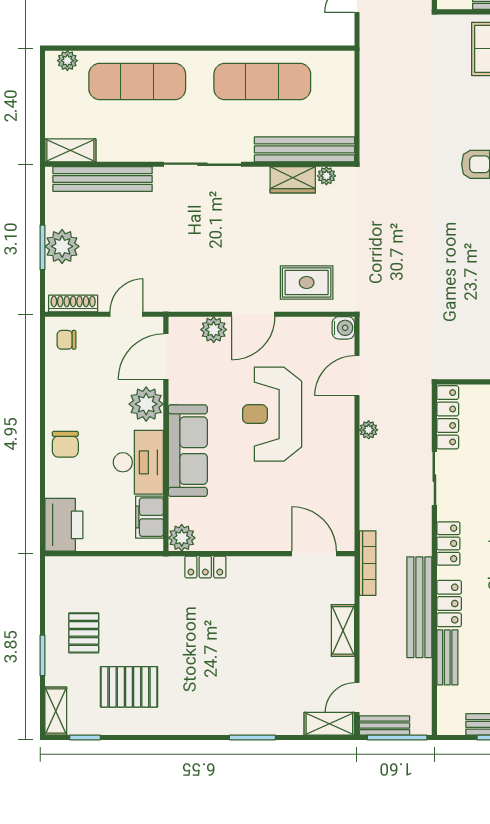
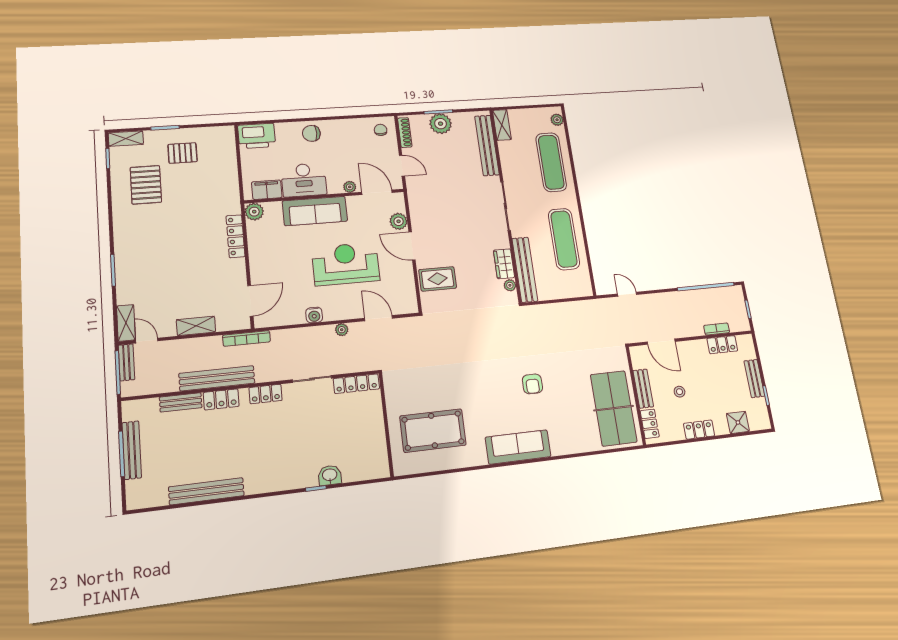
rug: (307, 283) -> (438, 279), turned 90
water cooler: (343, 328) -> (314, 315), moved
plant: (146, 404) -> (350, 187), width x0.53, depth x0.53
locker: (205, 567) -> (236, 236), width x1.53

